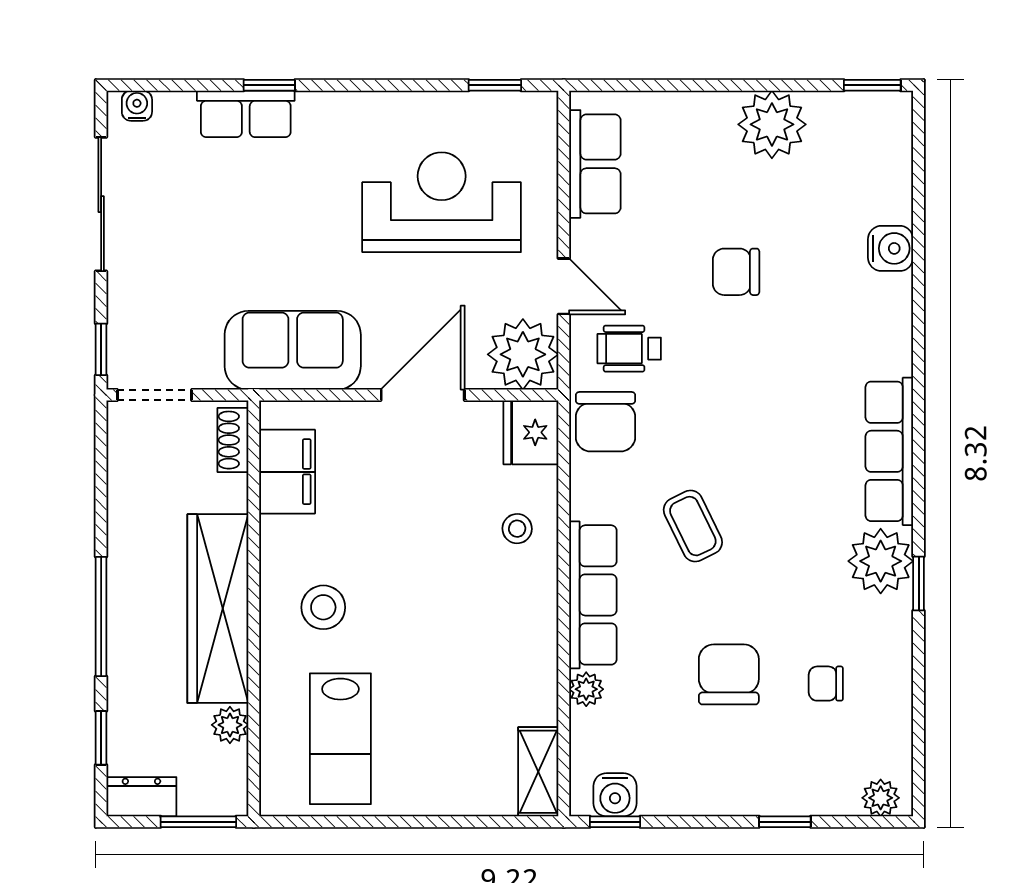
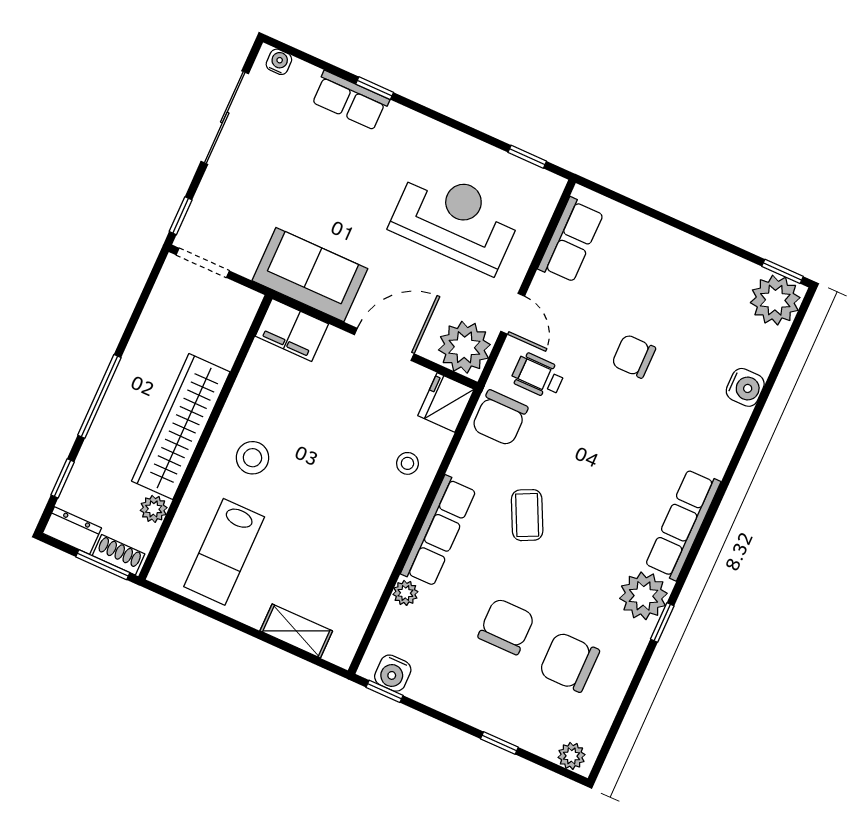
plant: (772, 124) -> (775, 300), moved
shoe rack: (233, 440) -> (118, 555), moved, turned 90
filing cabinet: (287, 472) -> (292, 330), moved, turned 90
chair: (826, 684) -> (569, 662), width x1.87, depth x1.87
shelving: (538, 772) -> (296, 631), moved, turned 90

